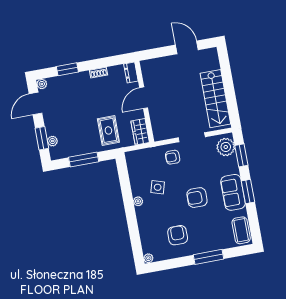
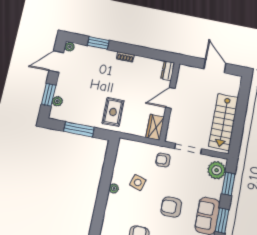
dresser: (131, 72) -> (168, 71), moved
door: (144, 98) -> (170, 98), moved
wall: (144, 102) -> (170, 102), moved
wardrobe: (140, 132) -> (155, 127), moved

